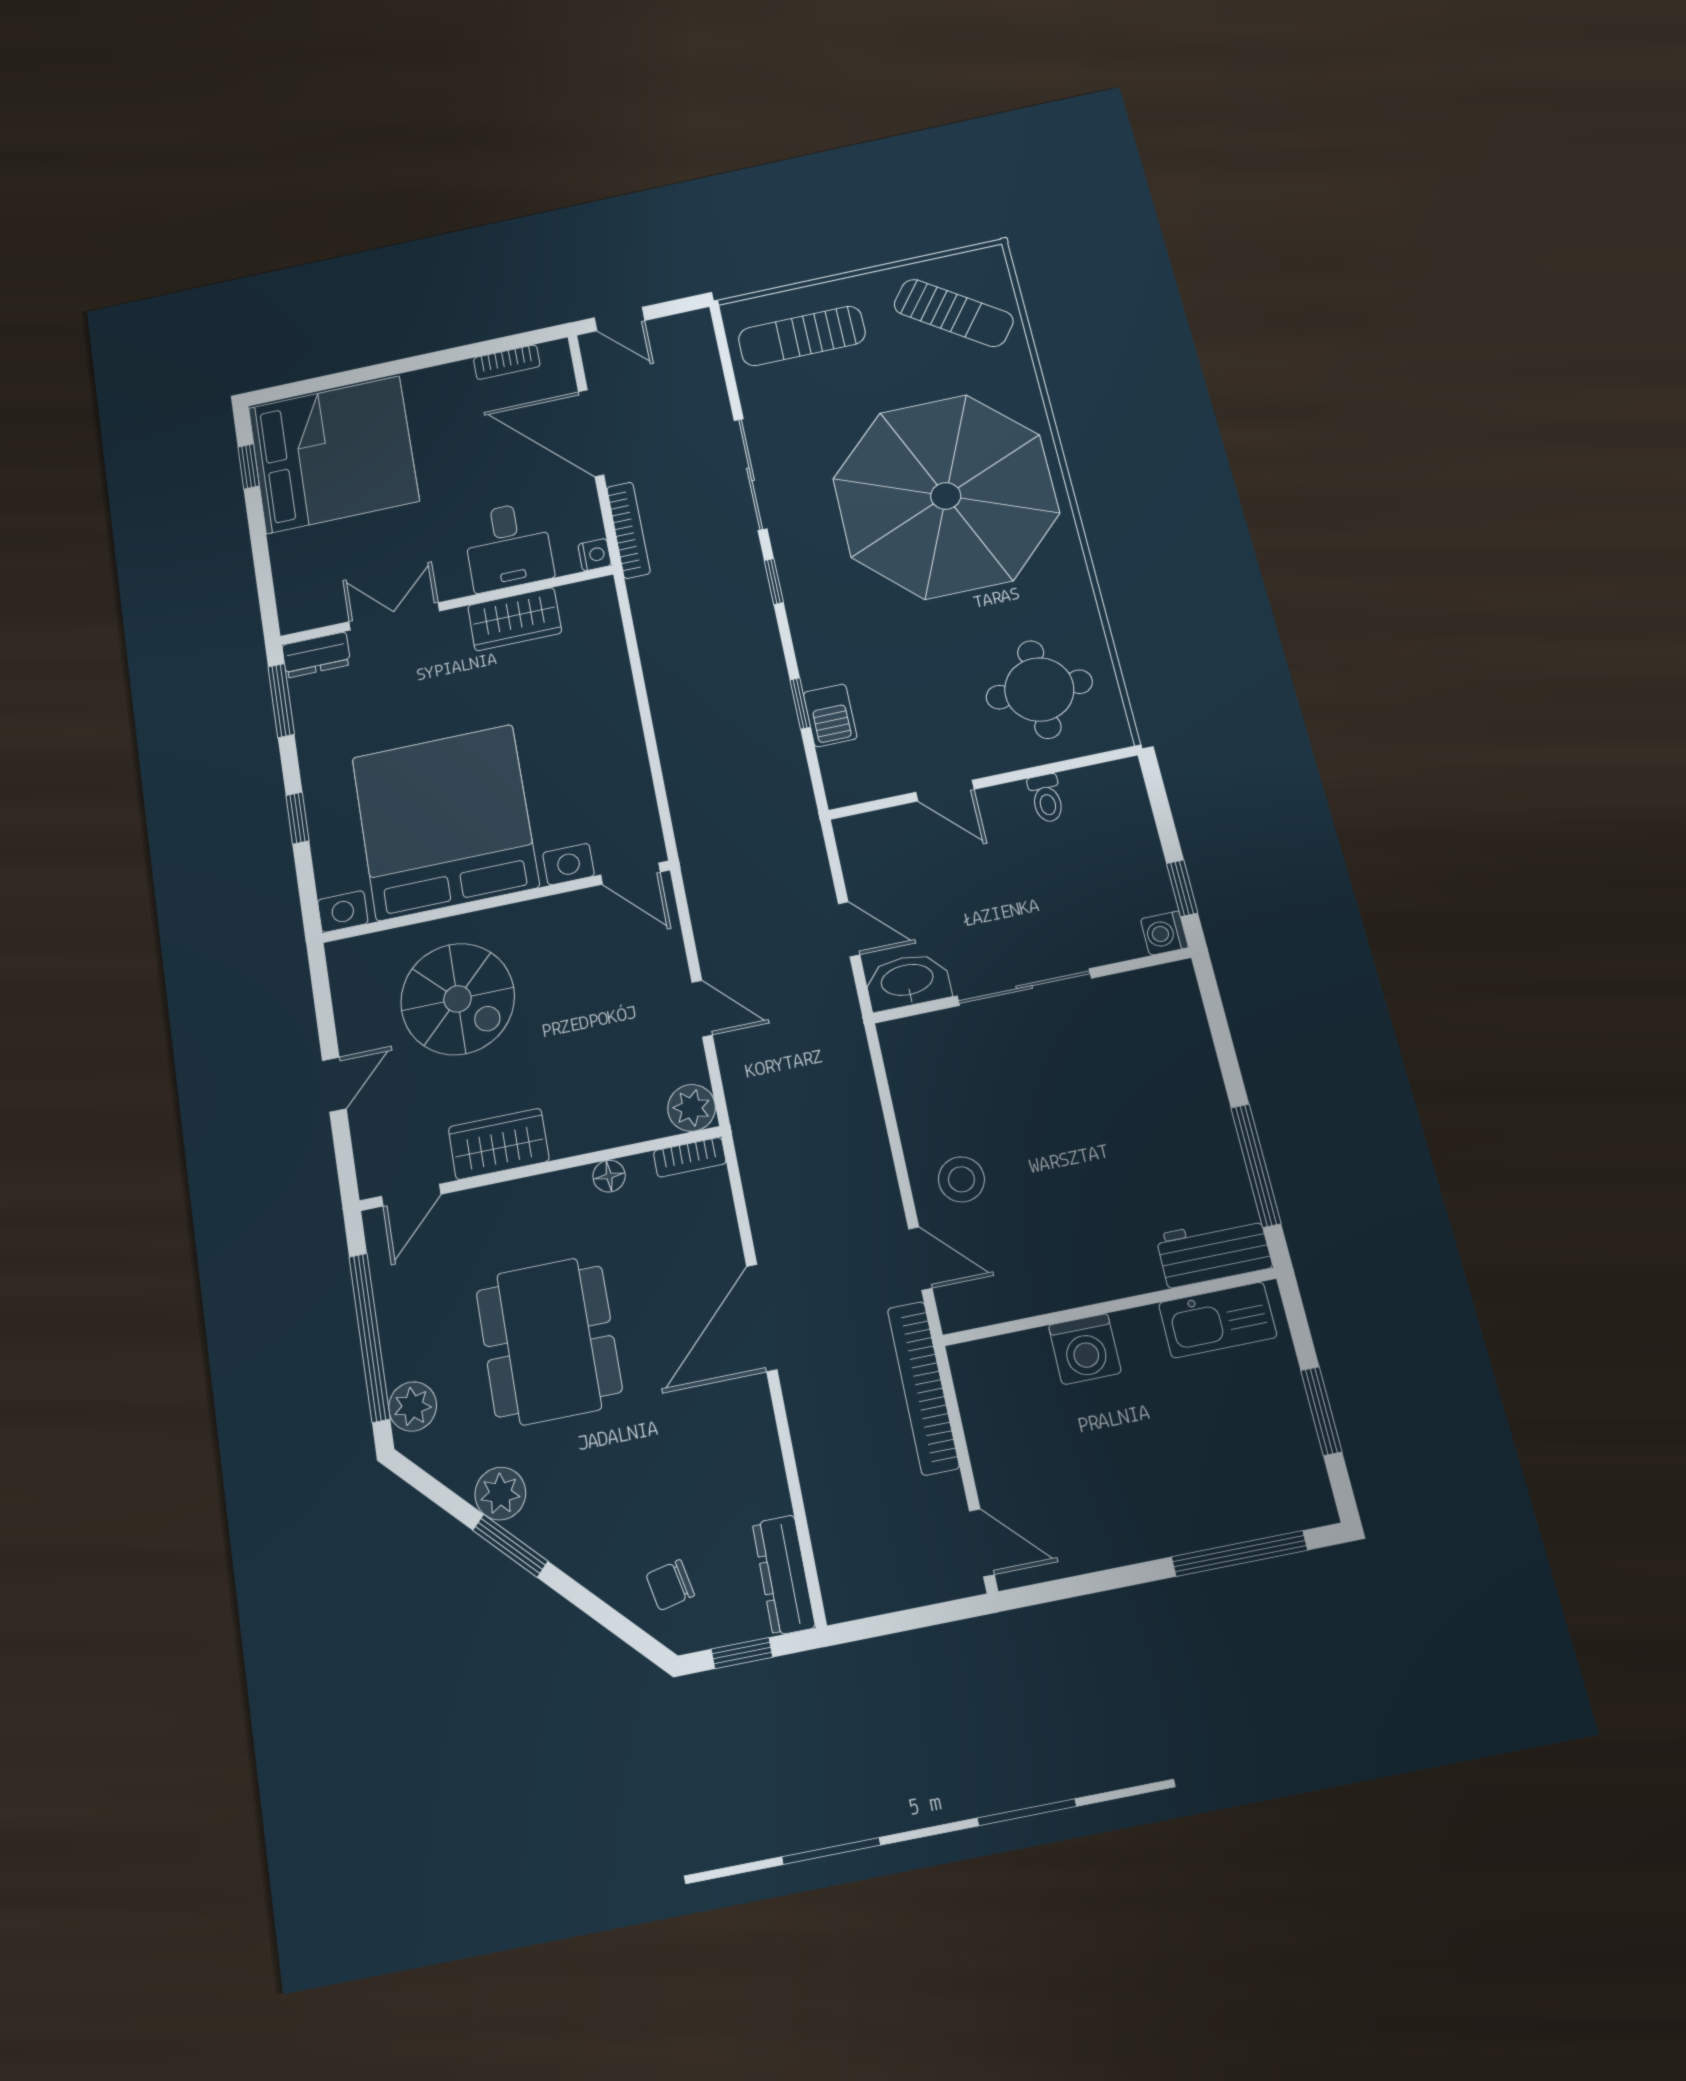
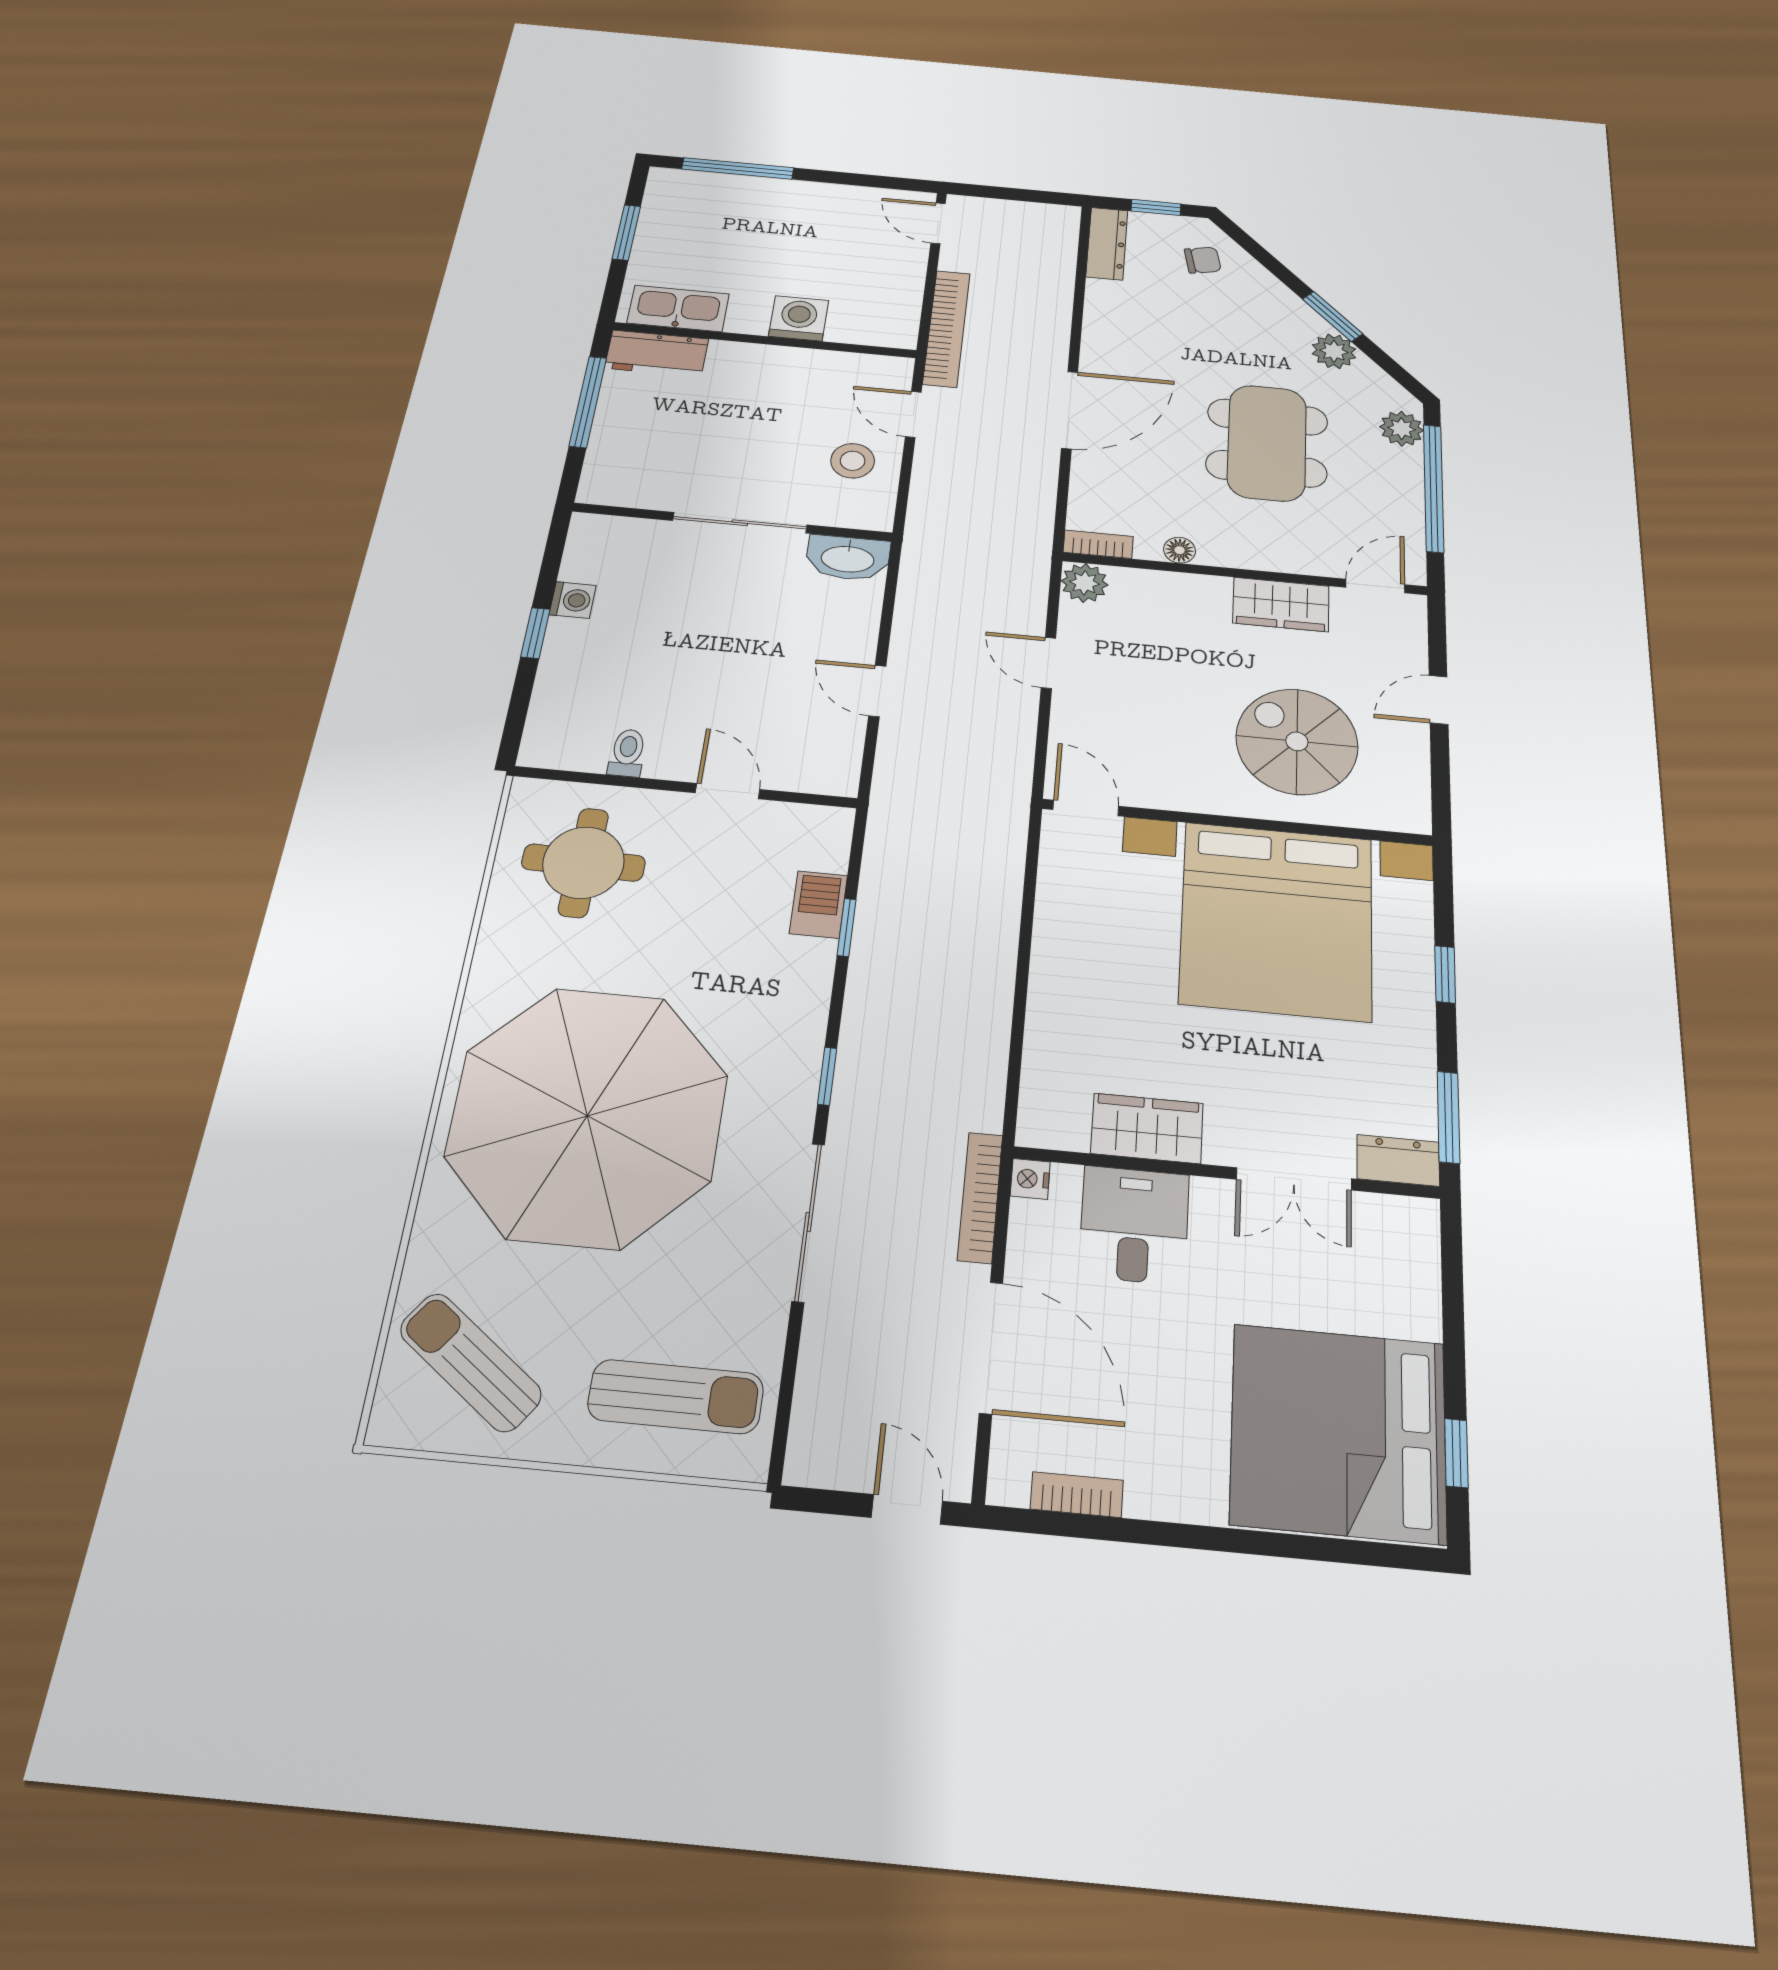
washbasin: (907, 981) -> (848, 558), moved
wall: (1032, 986) -> (732, 522), moved
sliding door: (1024, 987) -> (740, 523), moved

